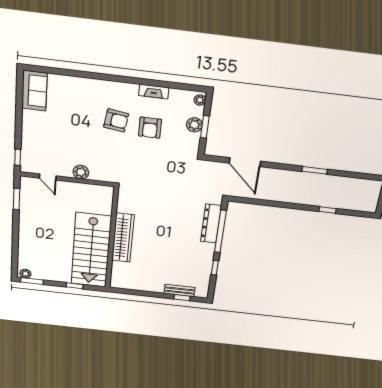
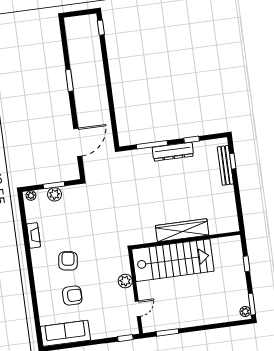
sofa: (34, 91) -> (65, 333), width x1.36
armchair: (150, 128) -> (72, 296), moved
window: (328, 210) -> (101, 28), moved
dresser: (211, 224) -> (173, 152), moved
window: (220, 231) -> (152, 145), width x0.68
stairs: (91, 250) -> (173, 260), moved
bench: (180, 290) -> (225, 165), width x1.36

